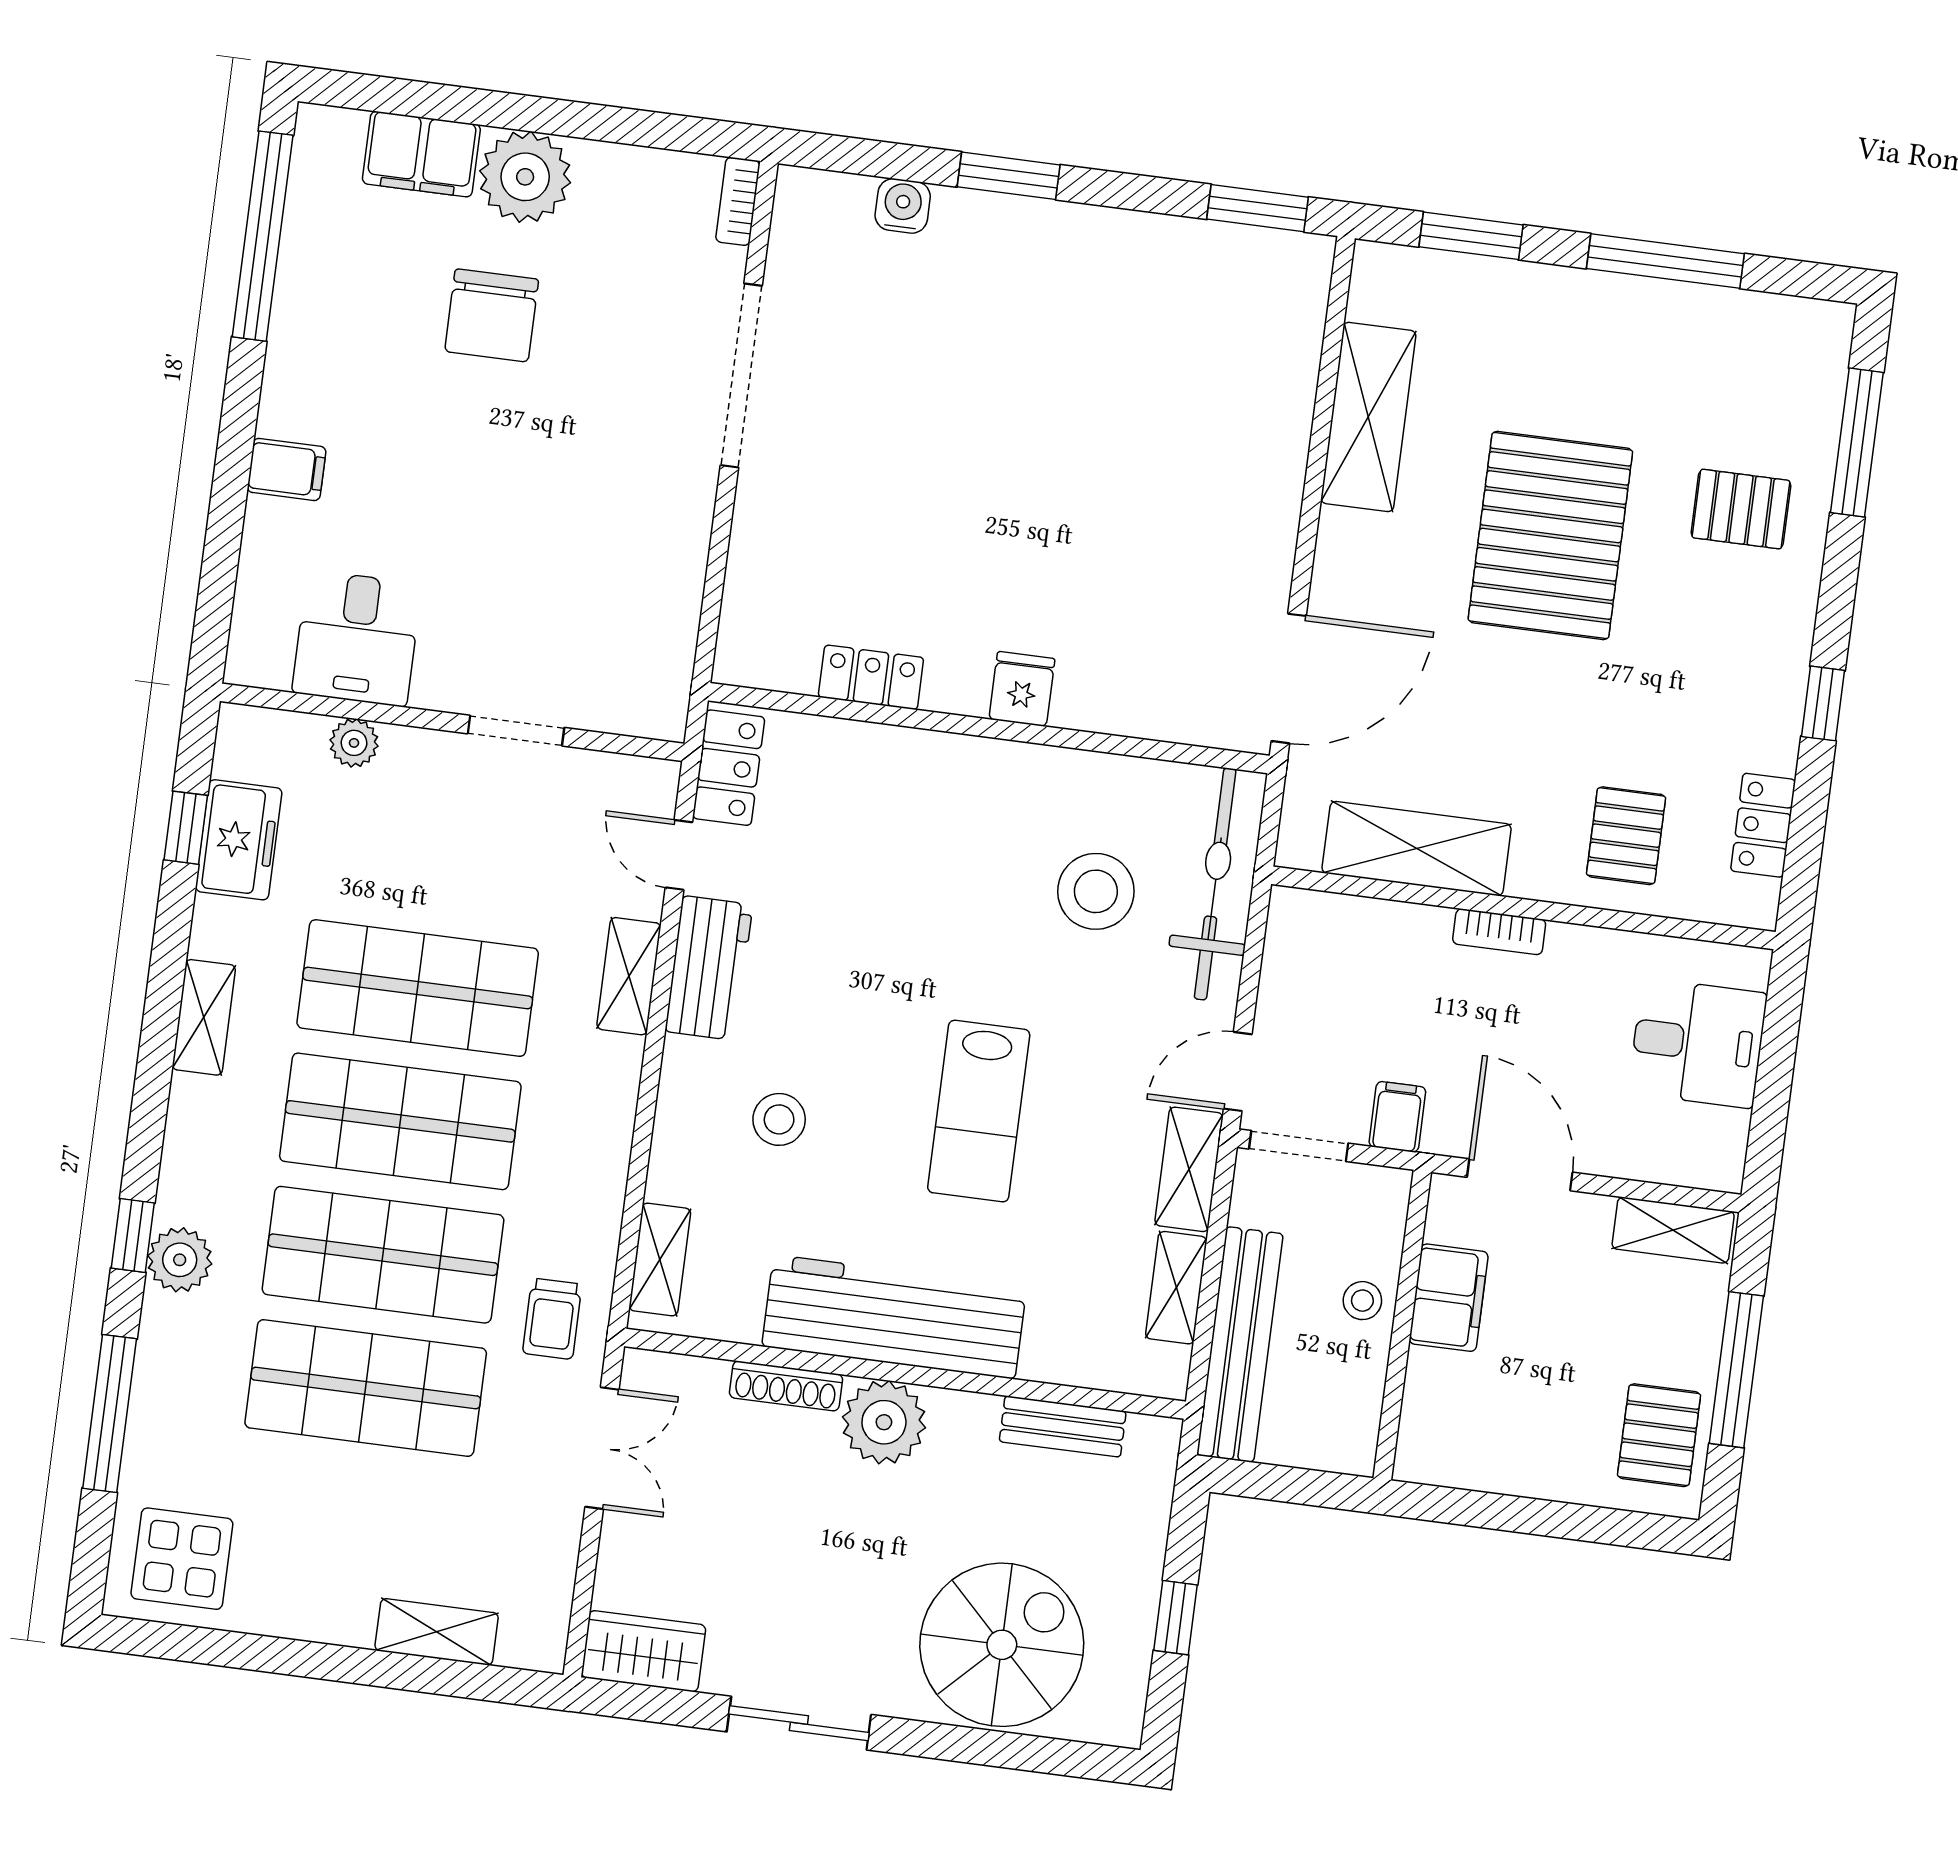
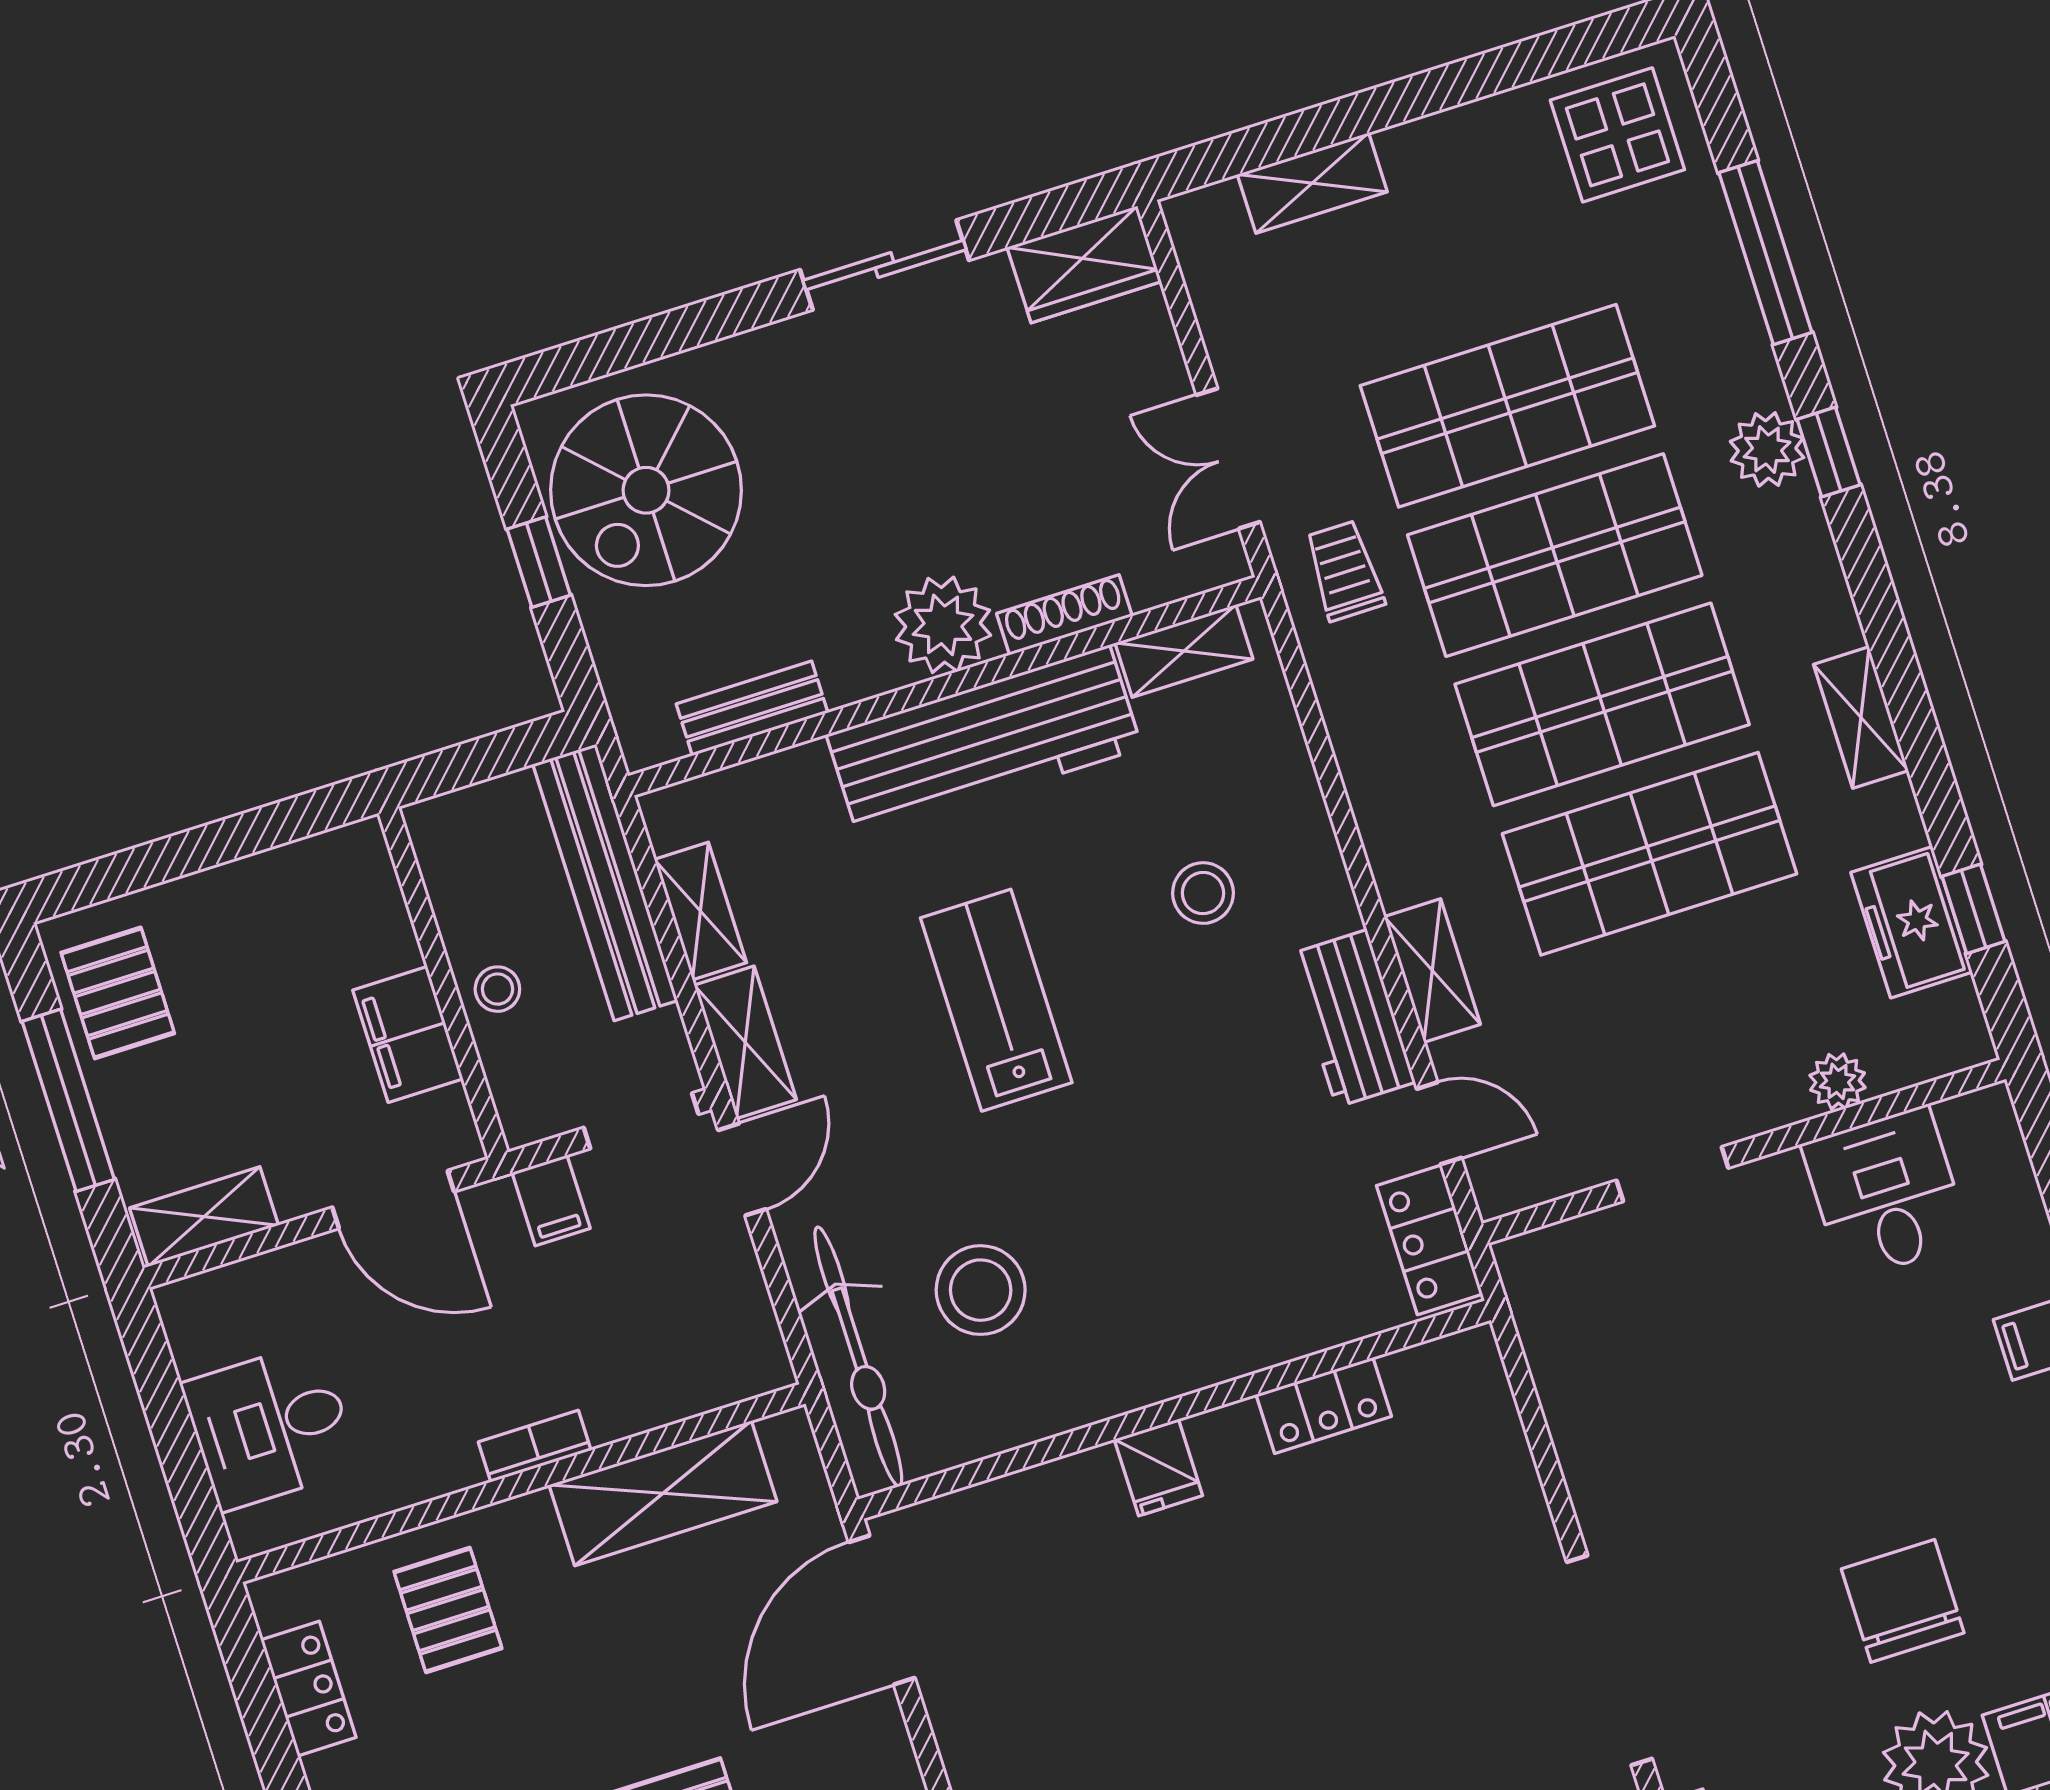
shelving: (660, 1259) -> (1184, 651), moved, turned 90
spiral stairs: (1002, 1645) -> (646, 490), moved

